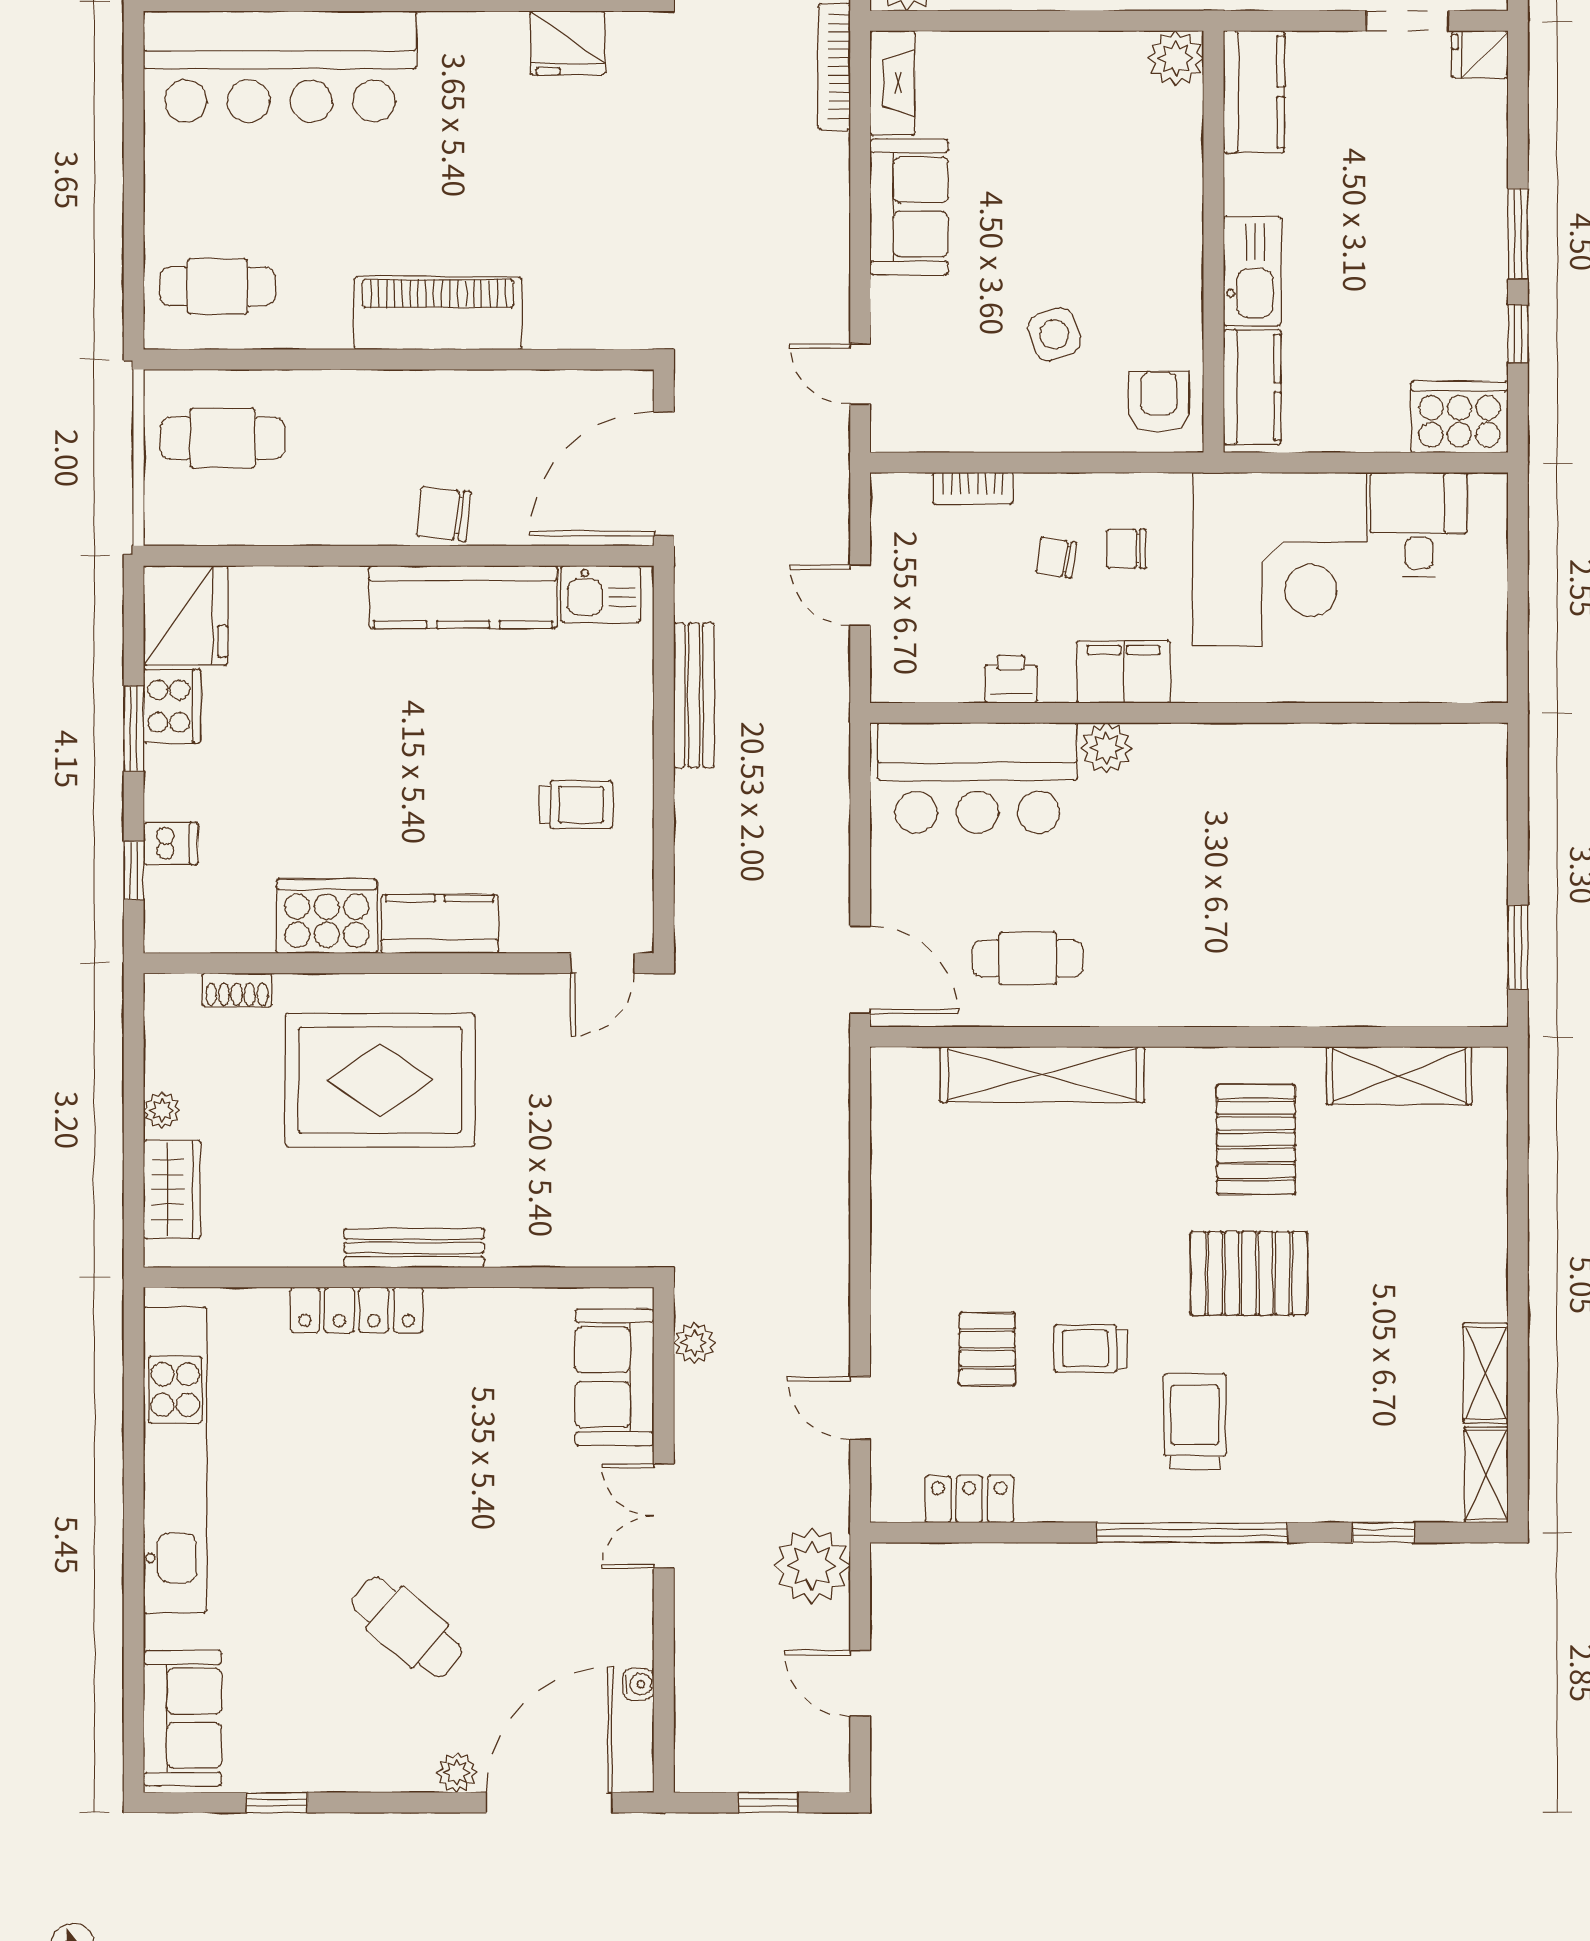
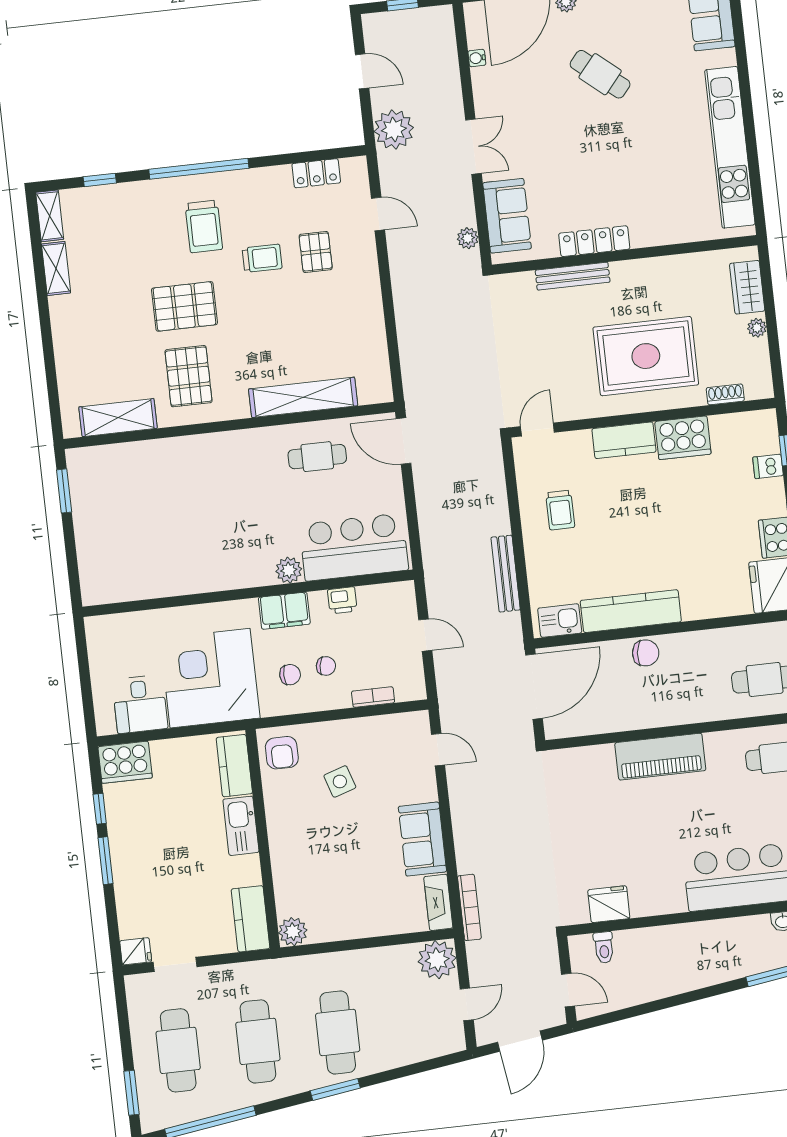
trolley: (576, 805) -> (560, 510), turned -90
bench: (414, 1248) -> (573, 276), moved
locker: (356, 1310) -> (594, 241), moved

